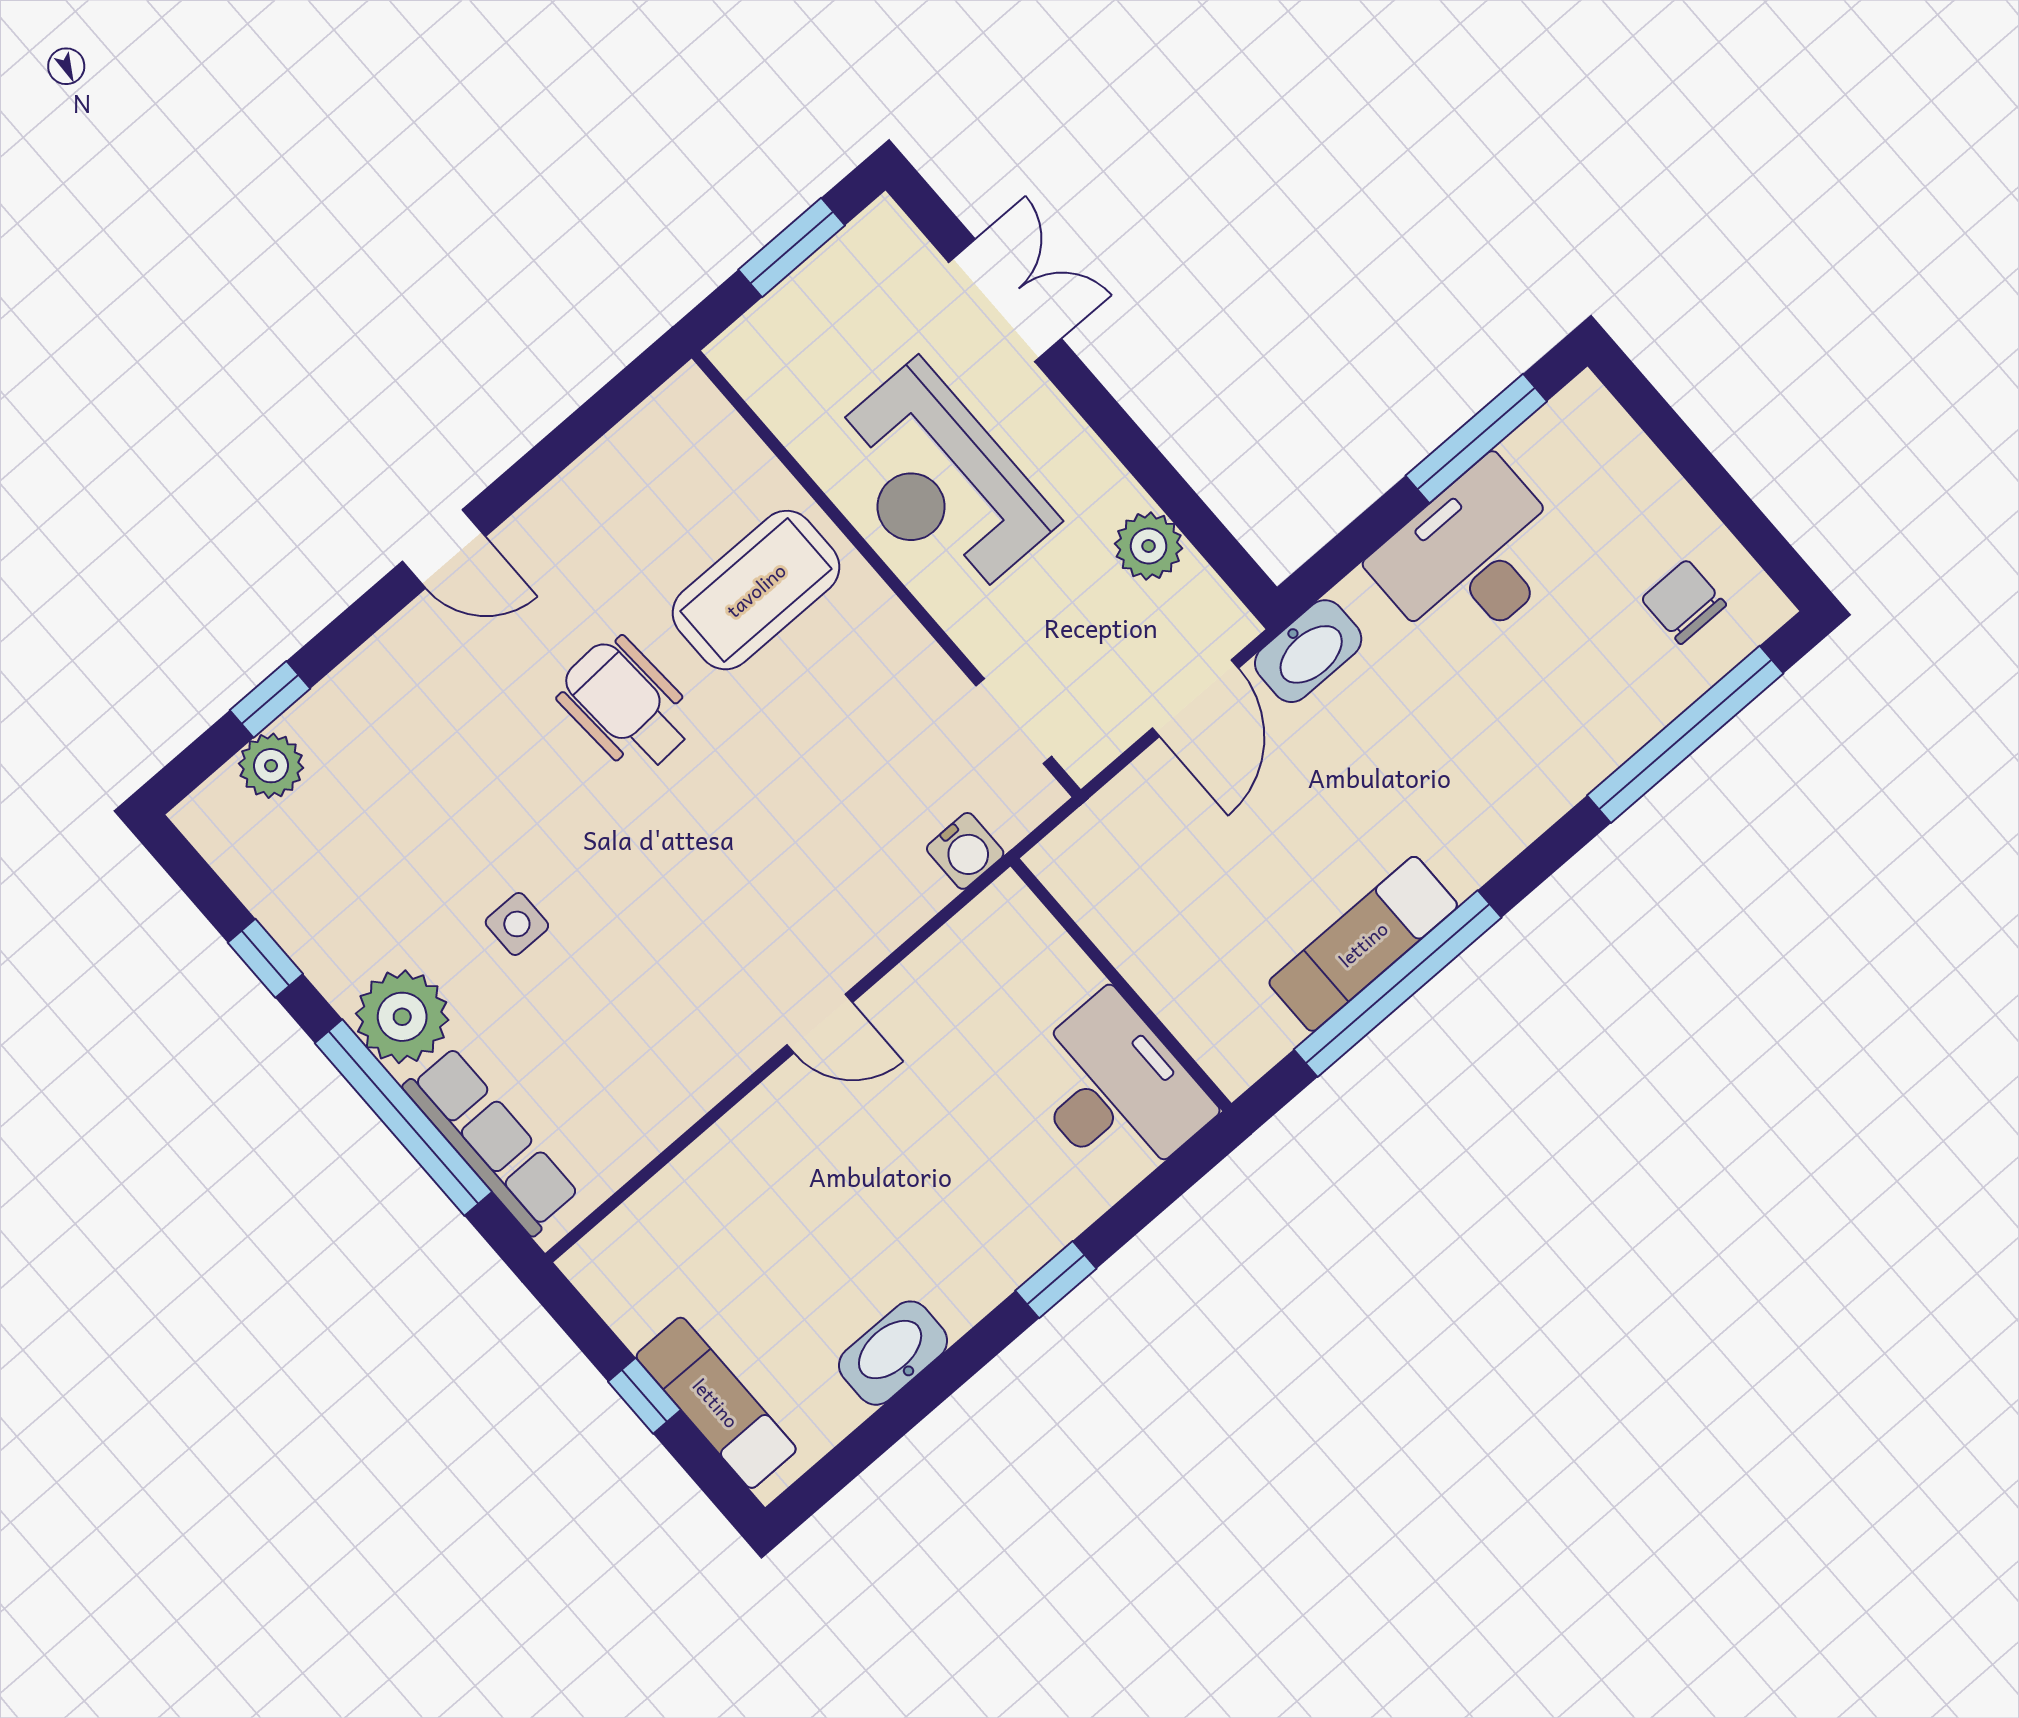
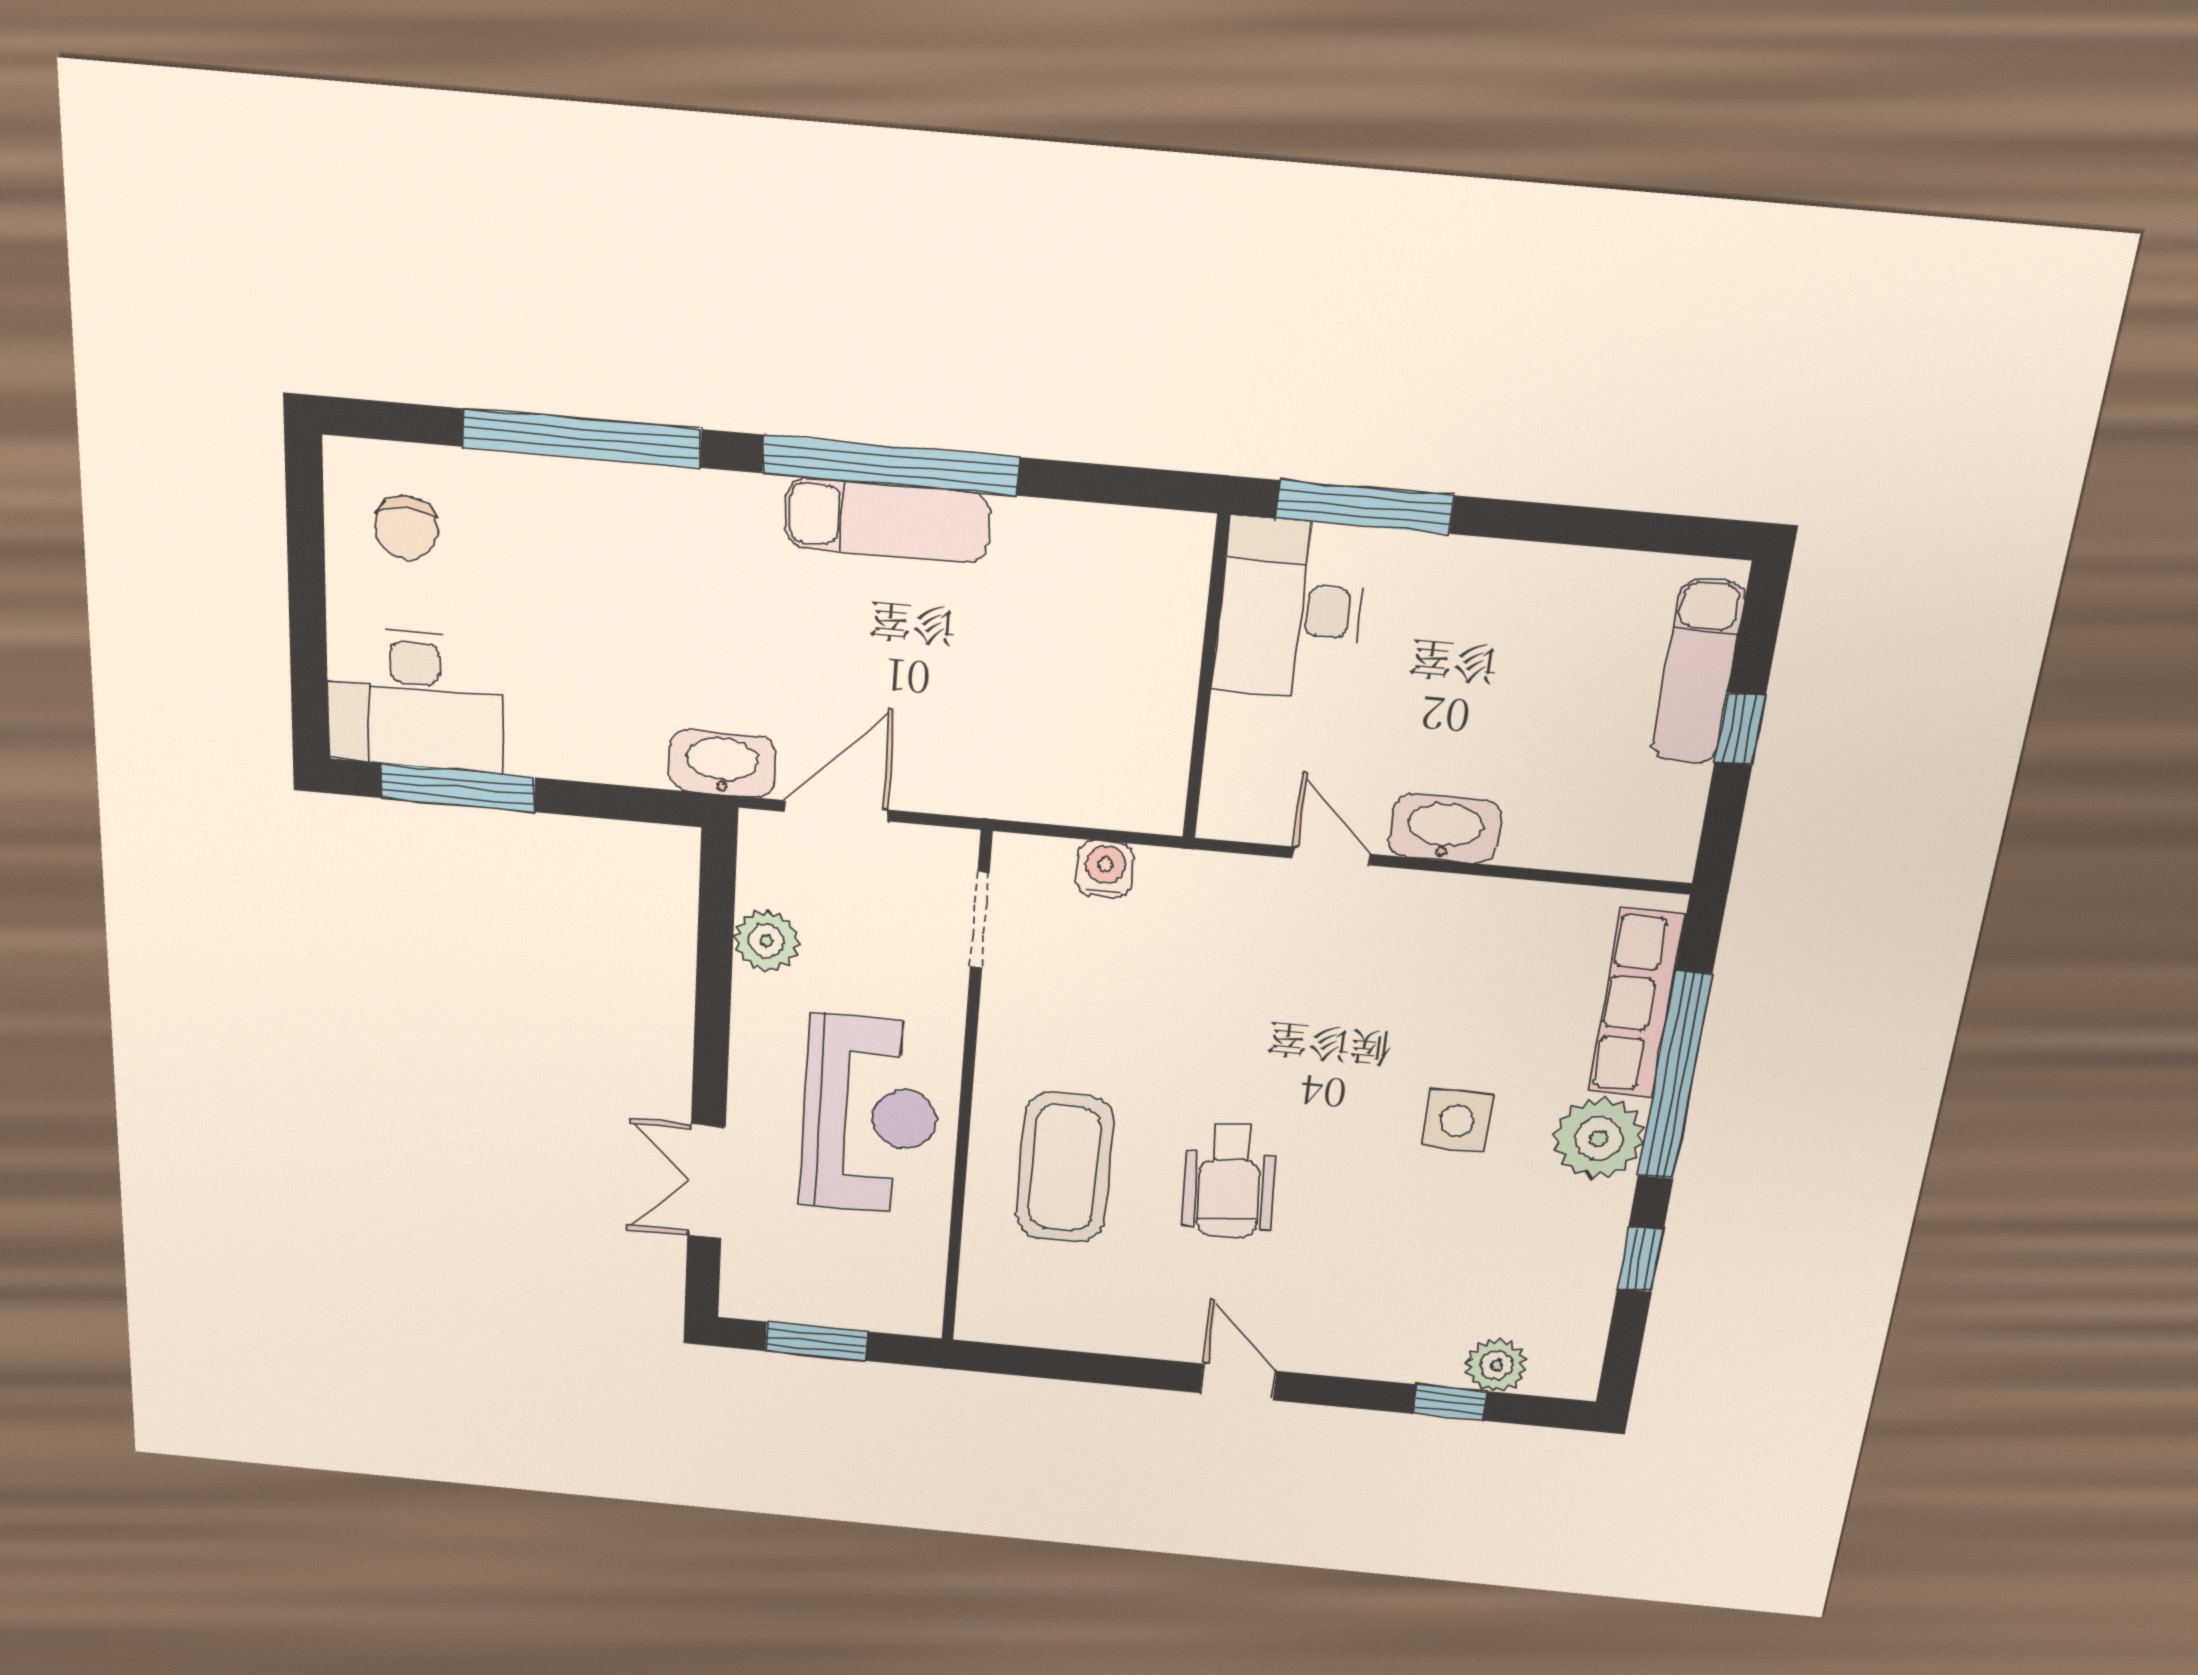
desk: (1472, 558) -> (415, 700), moved
coffee table: (756, 590) -> (1064, 1168), turned 90
window: (1685, 734) -> (582, 438), moved
side table: (517, 924) -> (1457, 1121), width x1.37, depth x1.37
wall: (1121, 985) -> (1206, 679), moved
desk: (1115, 1090) -> (1290, 609), moved
window: (1056, 1280) -> (1365, 507), width x2.17
washbasin: (893, 1353) -> (1445, 829), moved, turned 180

